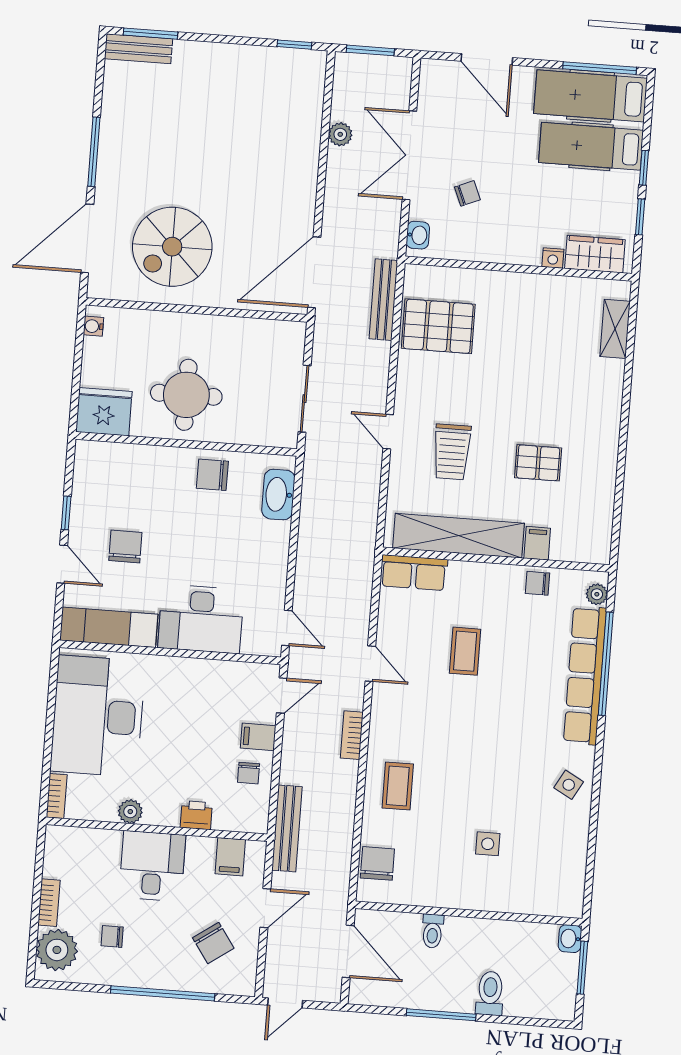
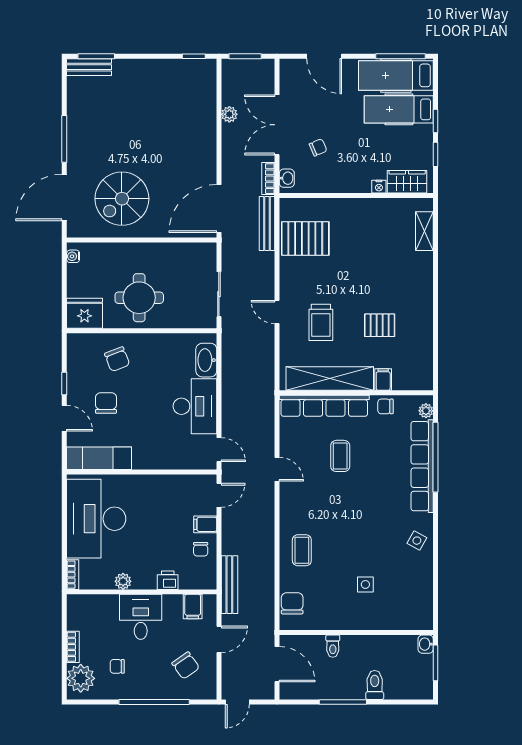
chair: (212, 475) -> (117, 359), moved, turned -111
row of seats: (414, 573) -> (324, 406), width x2.02
desk: (201, 619) -> (195, 406), moved, turned -90
bookcase: (352, 735) -> (268, 179), moved

